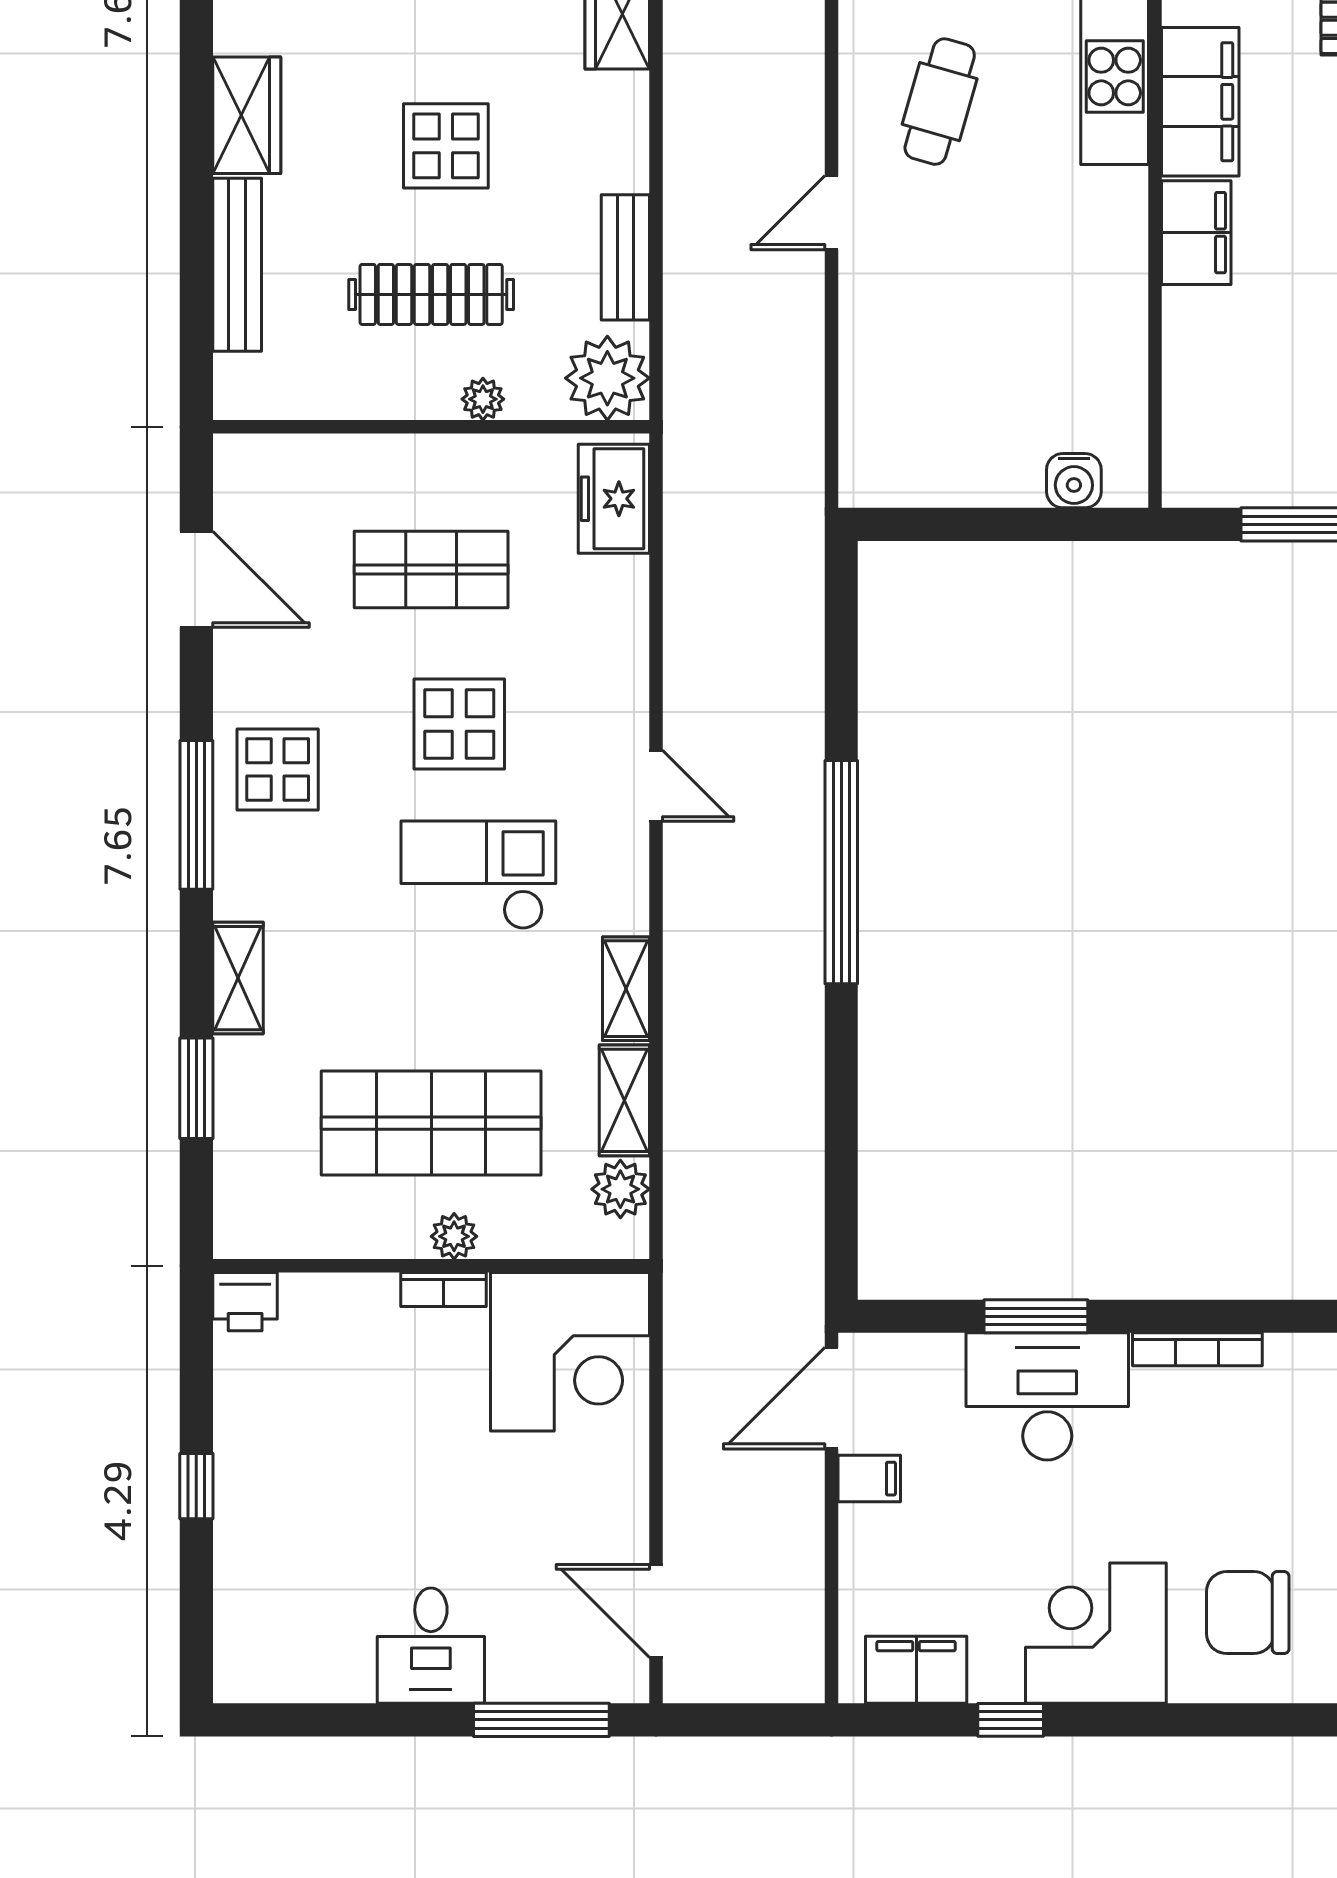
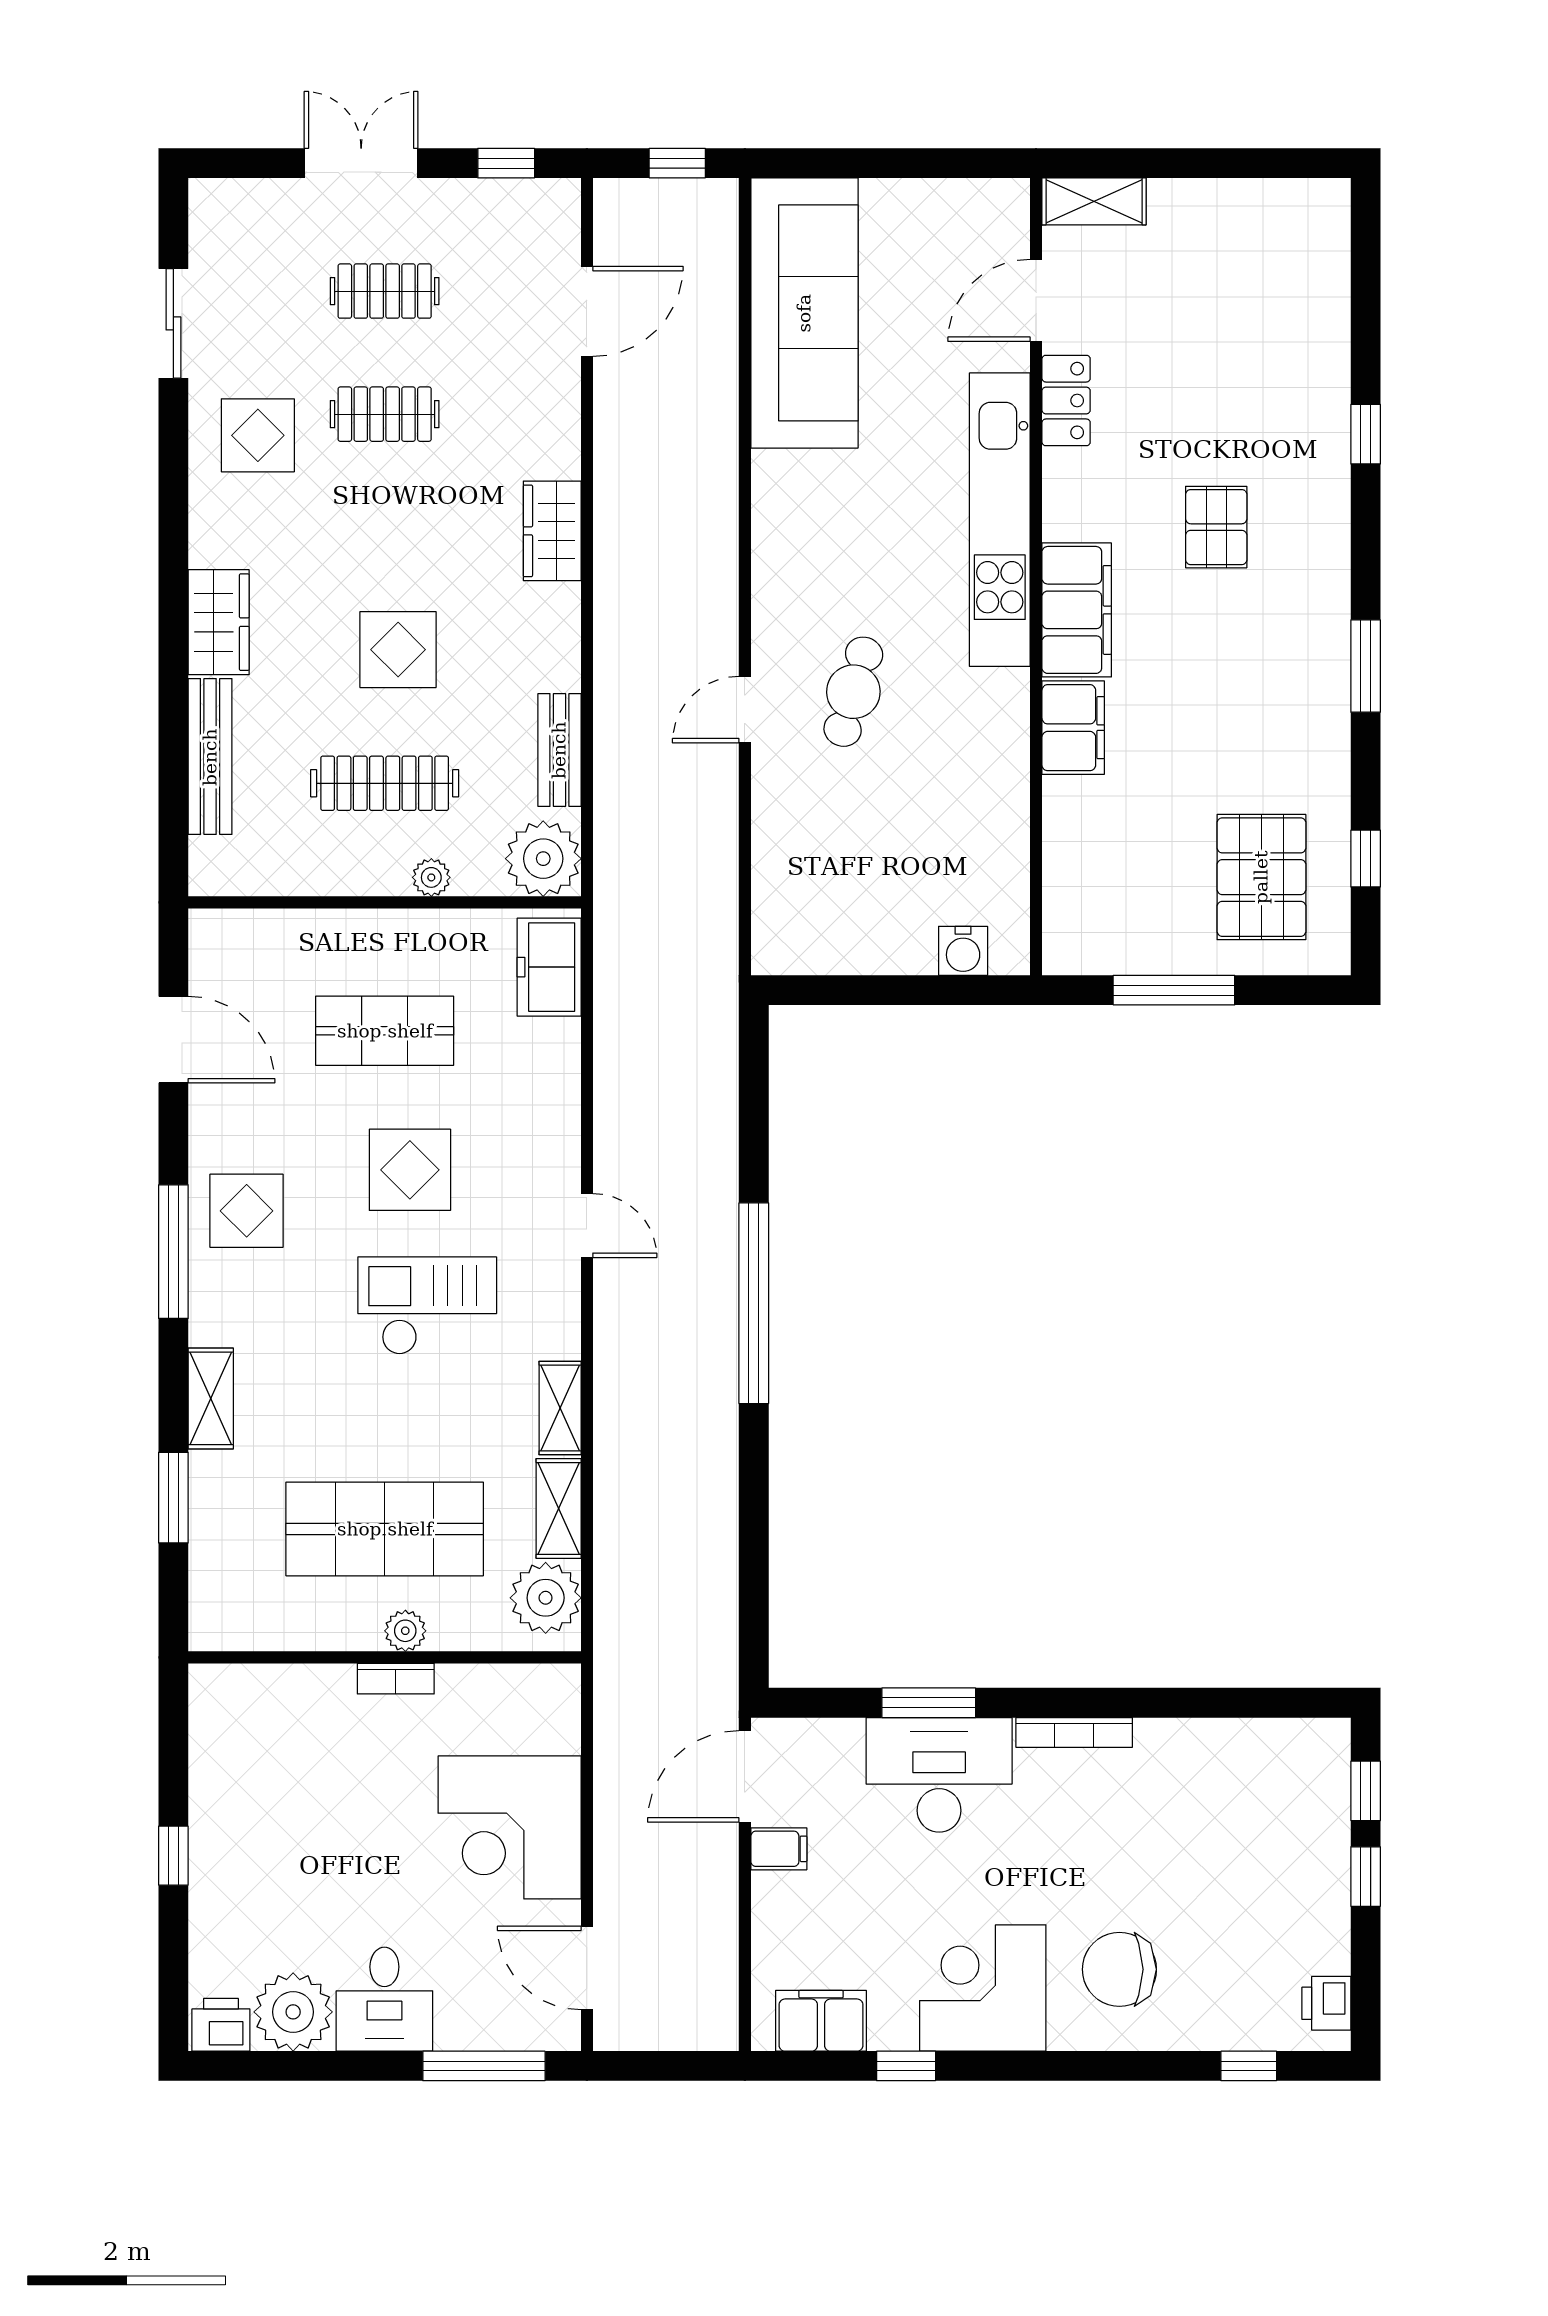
cafe table: (940, 102) -> (853, 692), moved
plant: (620, 1189) -> (546, 1598), width x1.36, depth x1.36
printer: (245, 1302) -> (221, 2025), moved, turned 180
corner desk: (570, 1352) -> (510, 1827), moved, turned 90
plant: (329, 1660) -> (293, 2012), added

